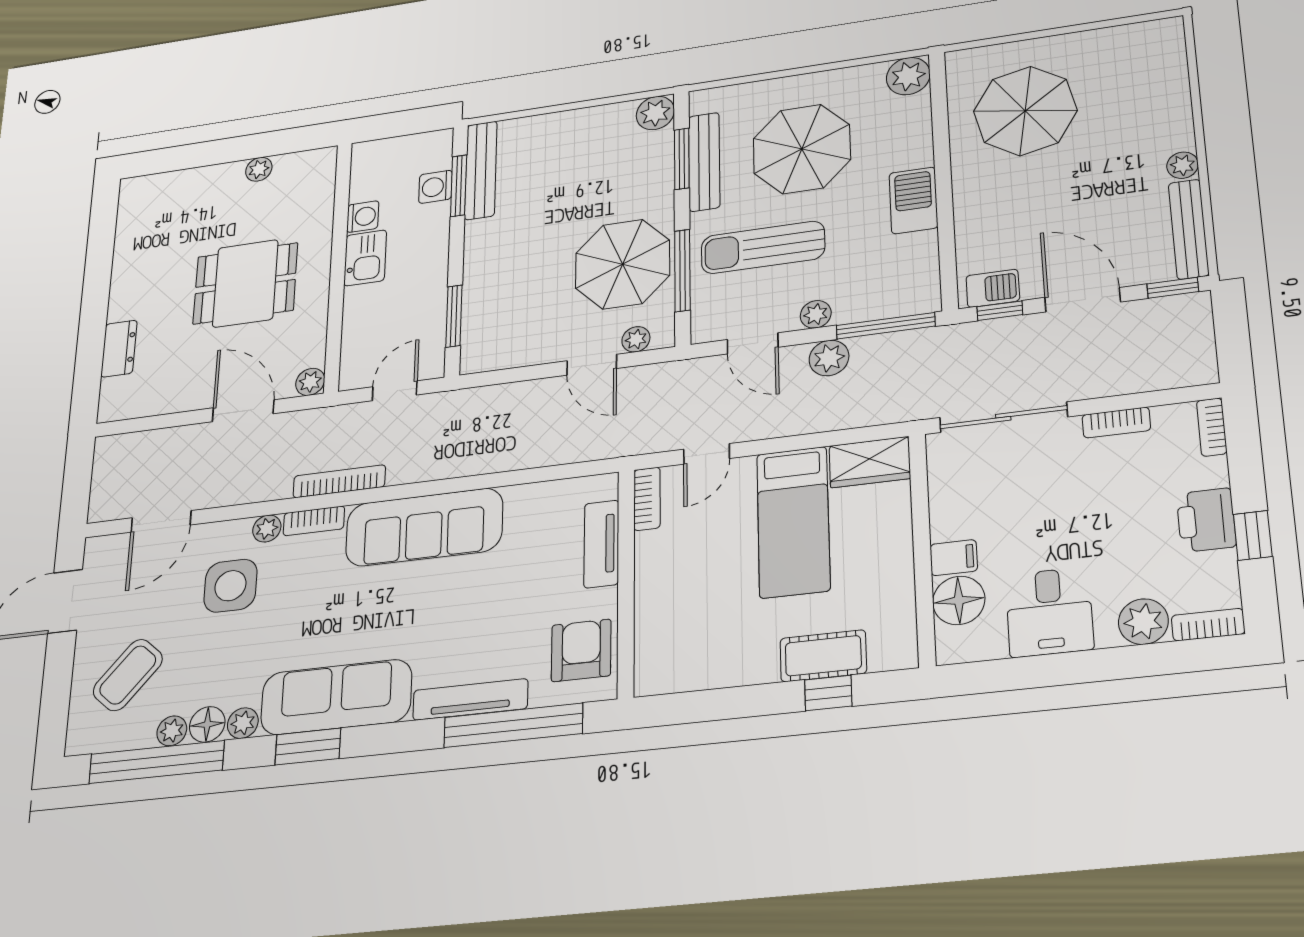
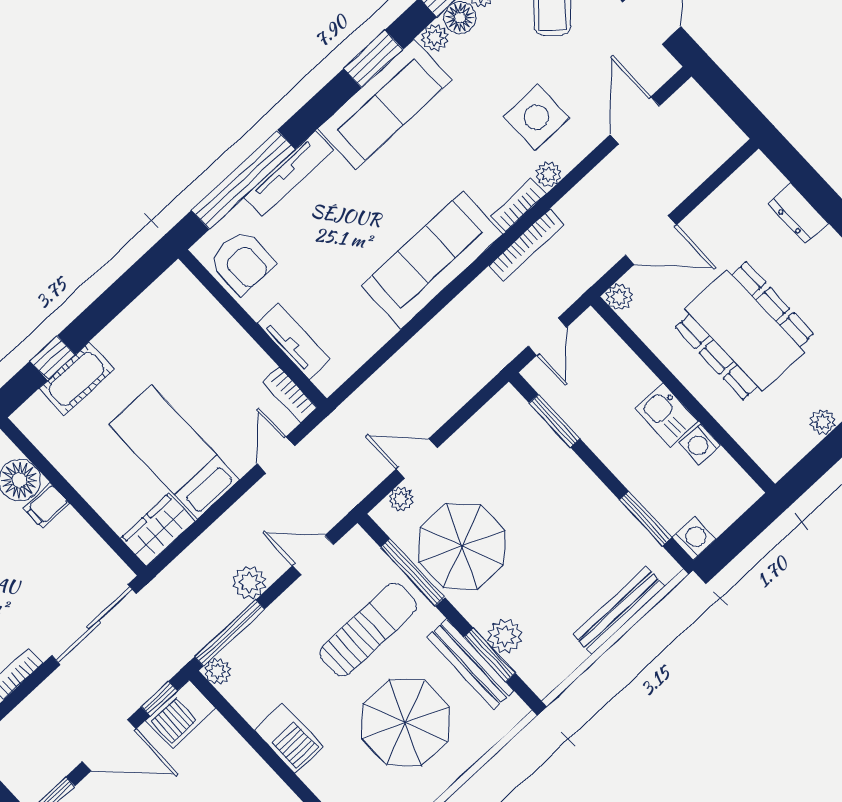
plant: (655, 113) -> (505, 636), moved
bench: (481, 170) -> (619, 610), moved, turned 90
washing machine: (435, 187) -> (694, 538), moved
dining table: (245, 283) -> (745, 331), width x1.38
barbecue: (993, 288) -> (181, 714), width x1.38, depth x1.27
plant: (816, 314) -> (217, 671), moved

